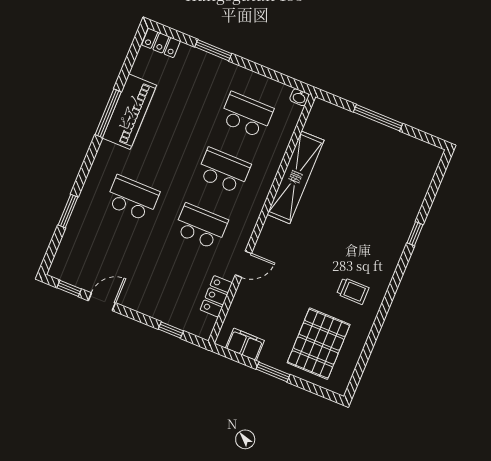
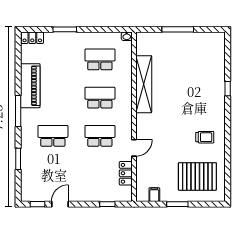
window: (108, 113) -> (18, 111), moved
filing cabinet: (245, 344) -> (154, 195), width x0.50
pallet: (319, 344) -> (197, 176), turned 90

